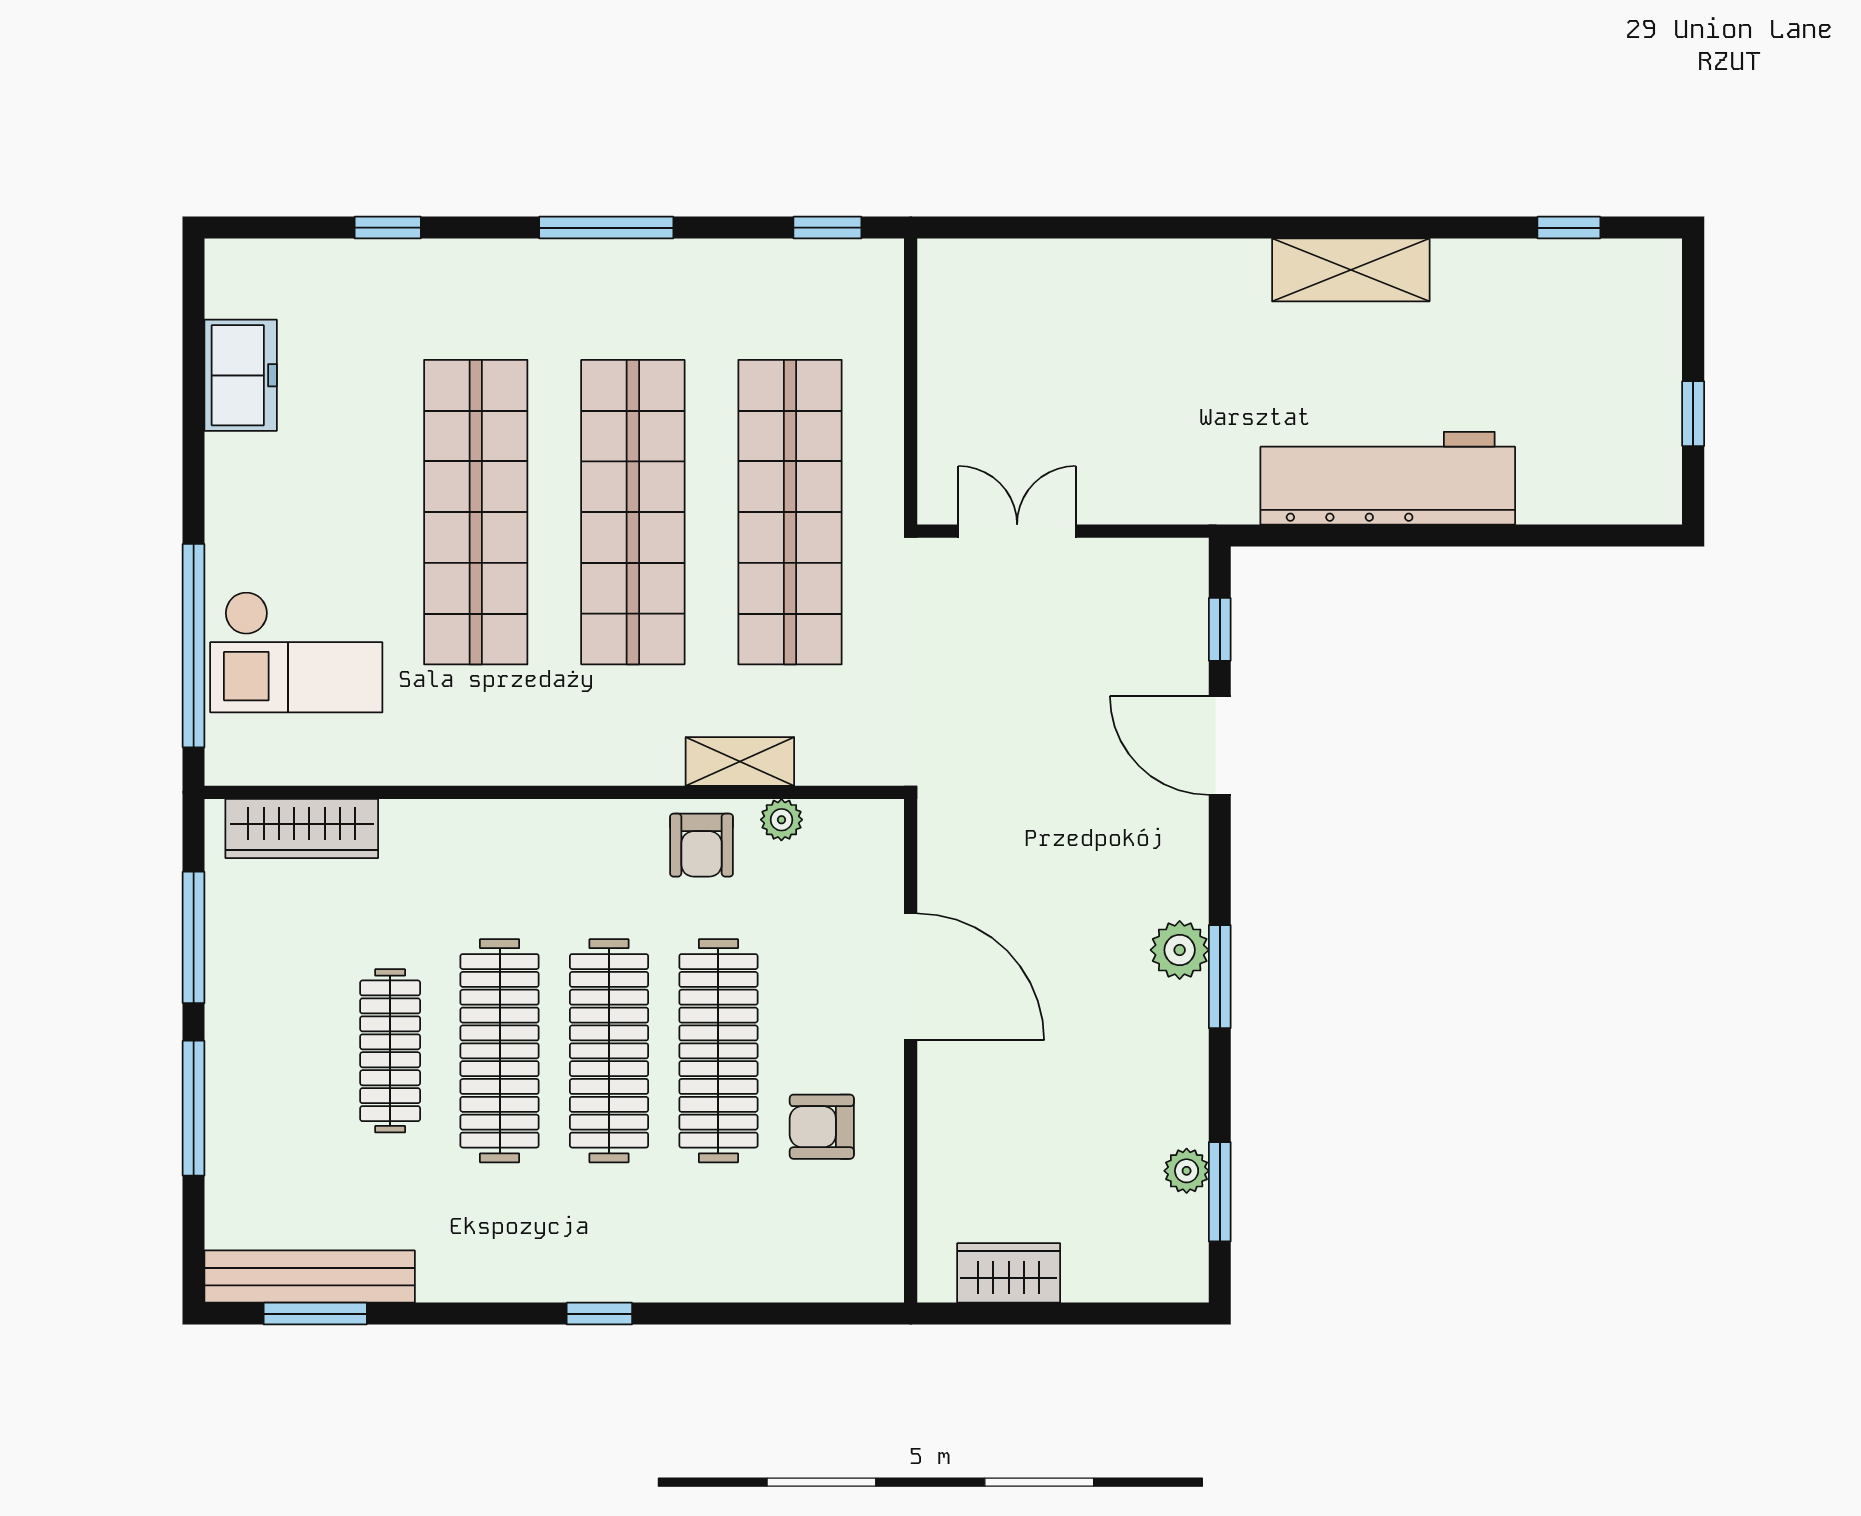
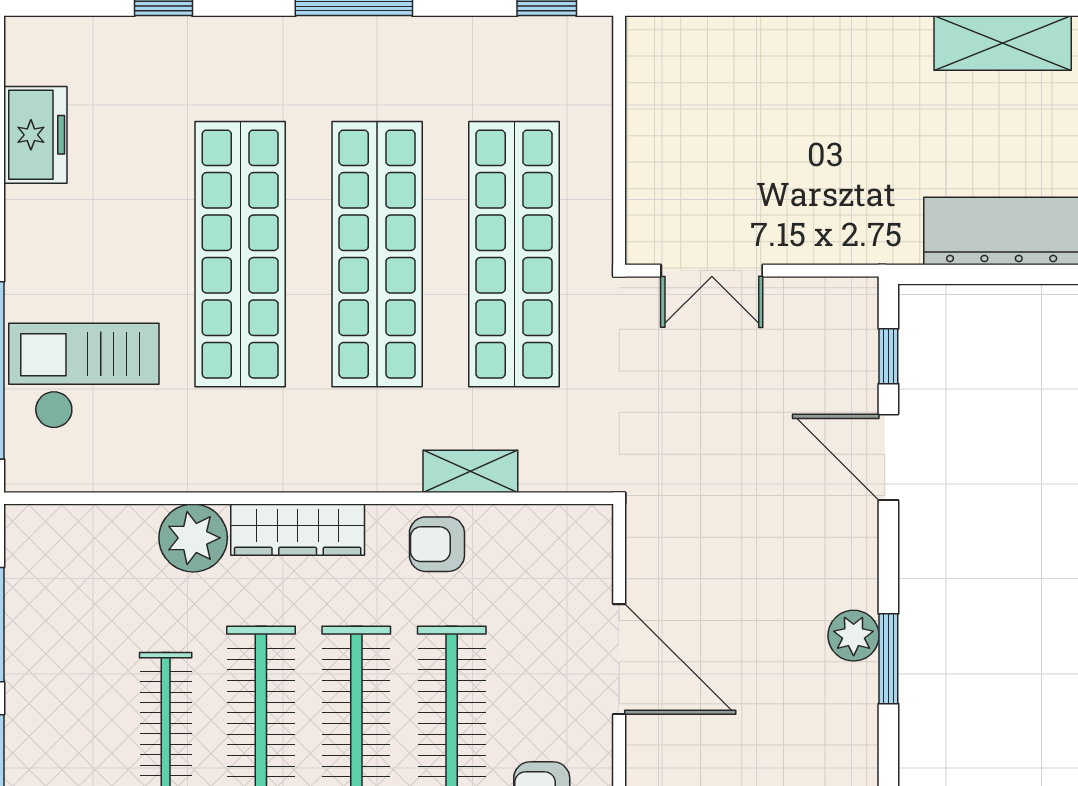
double door: (1017, 531) -> (712, 271), swing flipped
checkout: (296, 652) -> (84, 376), turned 180
plant: (781, 820) -> (193, 538), moved, width x1.88, depth x1.88
wardrobe: (302, 828) -> (298, 530), moved
armchair: (702, 845) -> (437, 544), turned 90

